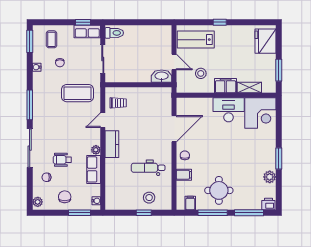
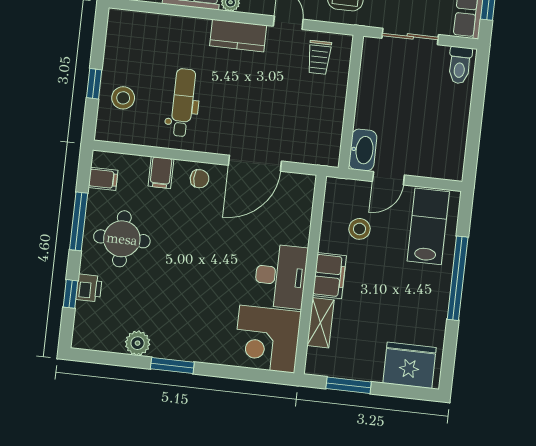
window: (220, 22) -> (458, 278), width x3.17
door: (174, 129) -> (255, 163), hinge flipped
printer: (268, 204) -> (89, 288), moved
window: (249, 213) -> (71, 294), width x0.46

